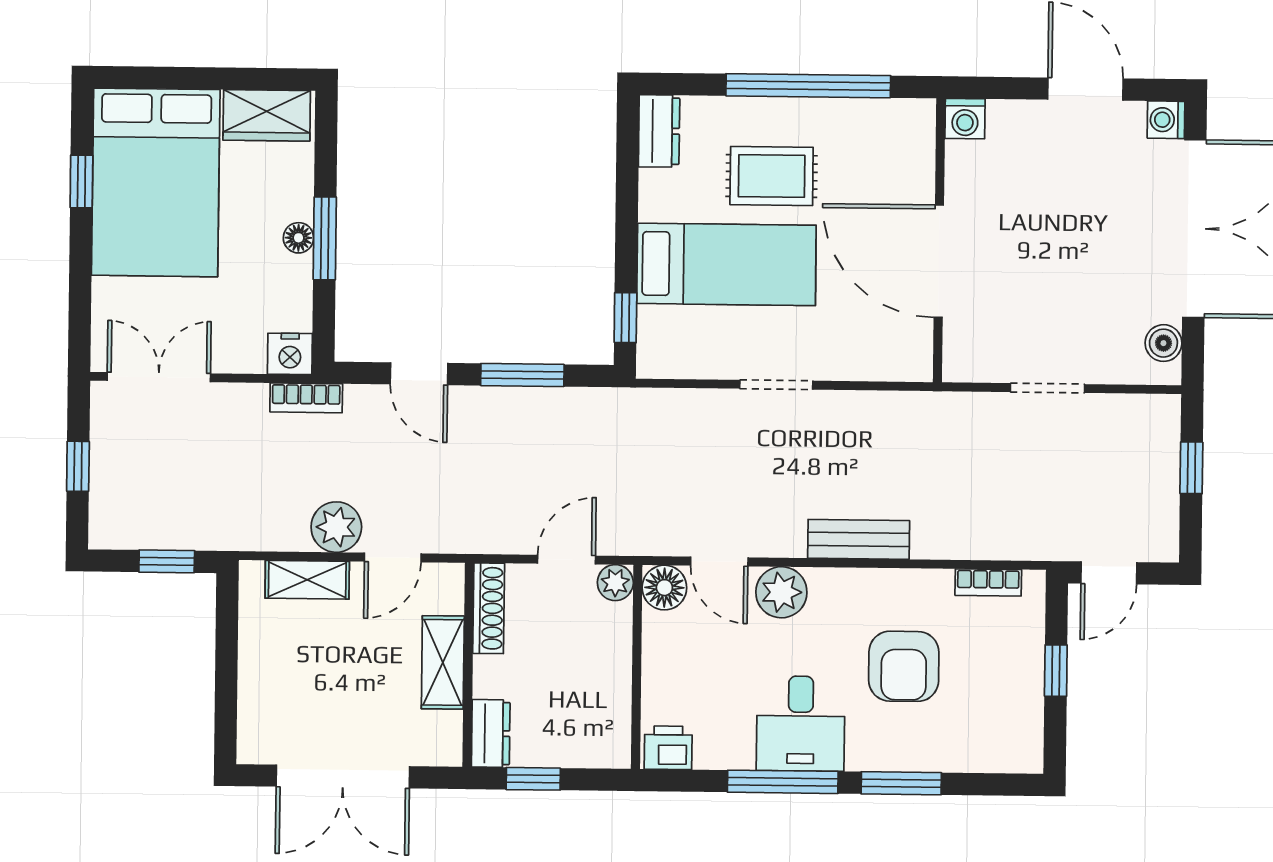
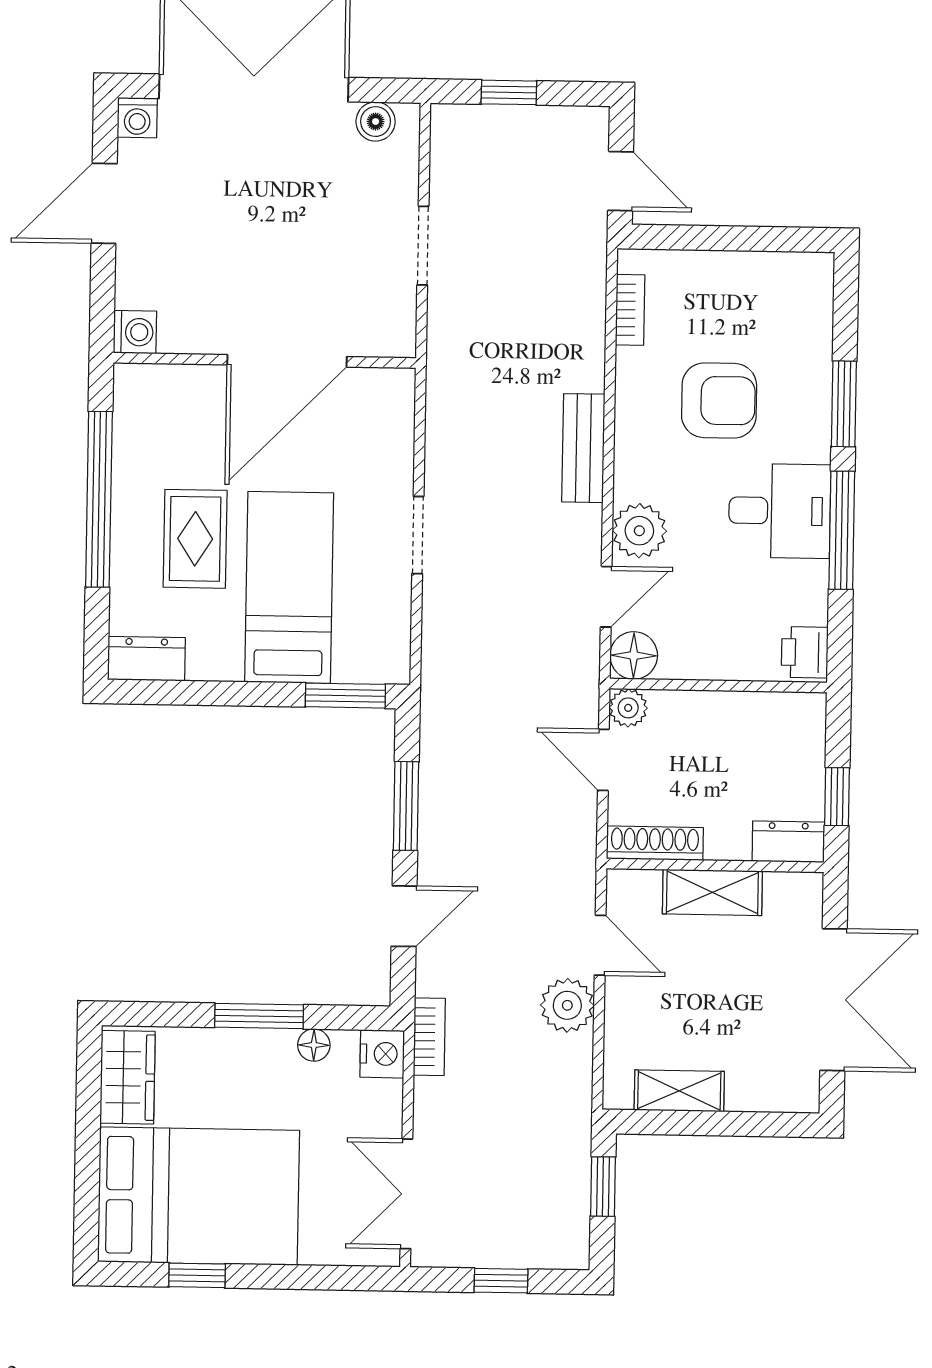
floor lamp: (298, 238) -> (314, 1045), moved
window: (625, 318) -> (345, 696), width x1.50
shelving: (307, 580) -> (679, 1091), moved, turned 90
window: (1056, 671) -> (725, 238), removed

